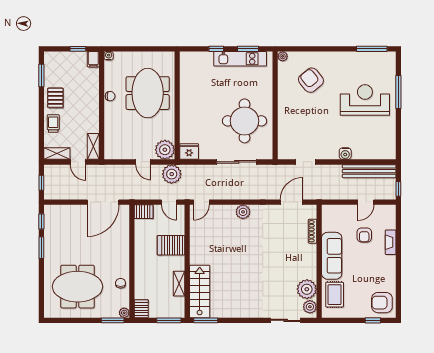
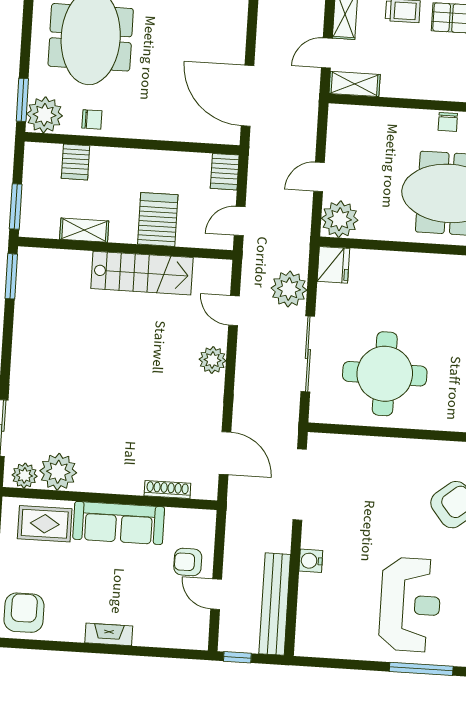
doorway: (306, 162) -> (300, 485), width x1.87
plant: (172, 174) -> (289, 289), moved
door: (201, 202) -> (234, 311), moved
armchair: (364, 235) -> (188, 562), moved
fireplace: (391, 242) -> (109, 634), moved
stairs: (200, 291) -> (142, 273), moved
server rack: (141, 309) -> (75, 162), moved, turned 90
plant: (124, 313) -> (44, 115), width x1.88, depth x1.88

